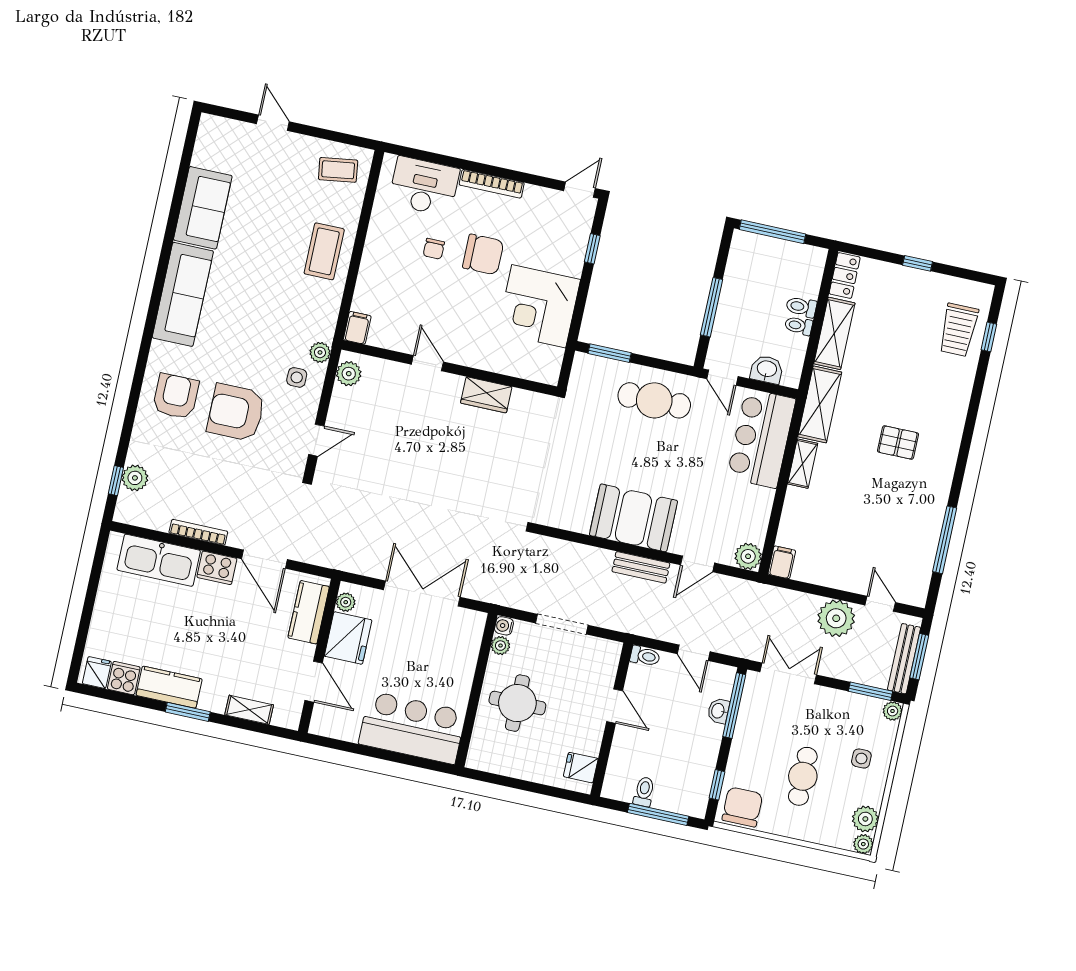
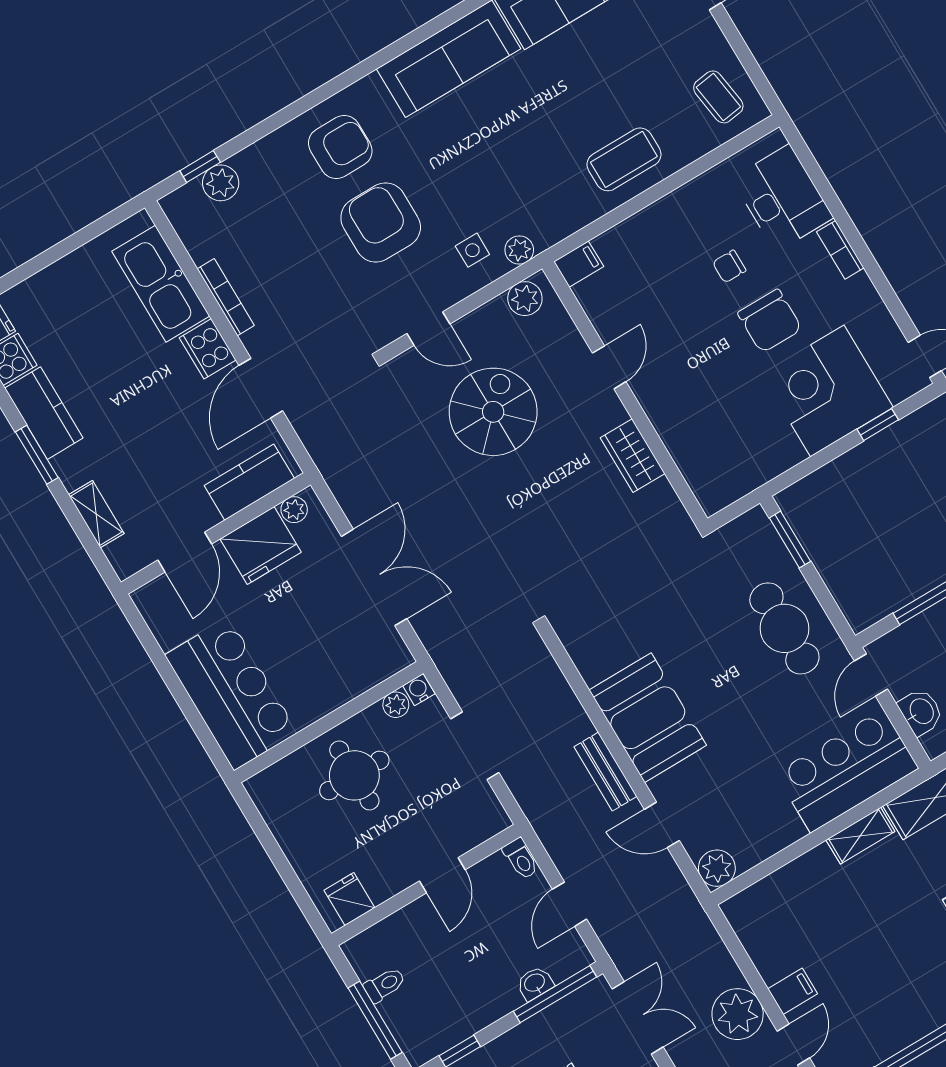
bookcase: (492, 184) -> (840, 250), width x0.64
corner desk: (539, 306) -> (827, 391), moved
spiral stairs: (393, 447) -> (493, 412), added
filing cabinet: (782, 562) -> (793, 991), moved

